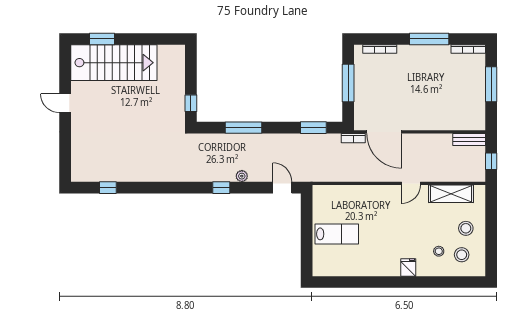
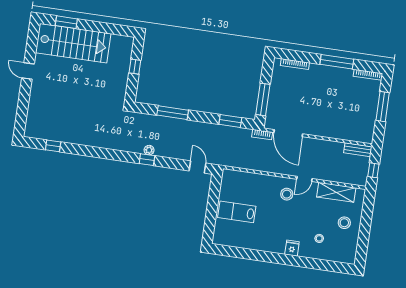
window: (348, 83) -> (263, 99), moved
window: (191, 103) -> (135, 67), moved
plant: (242, 176) -> (149, 150), moved
lab bench: (337, 234) -> (237, 212), turned 180
stool: (462, 255) -> (287, 194), moved

